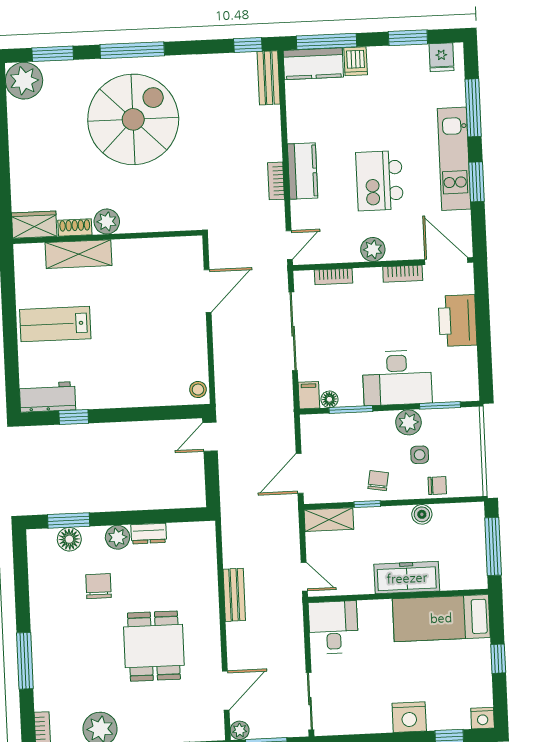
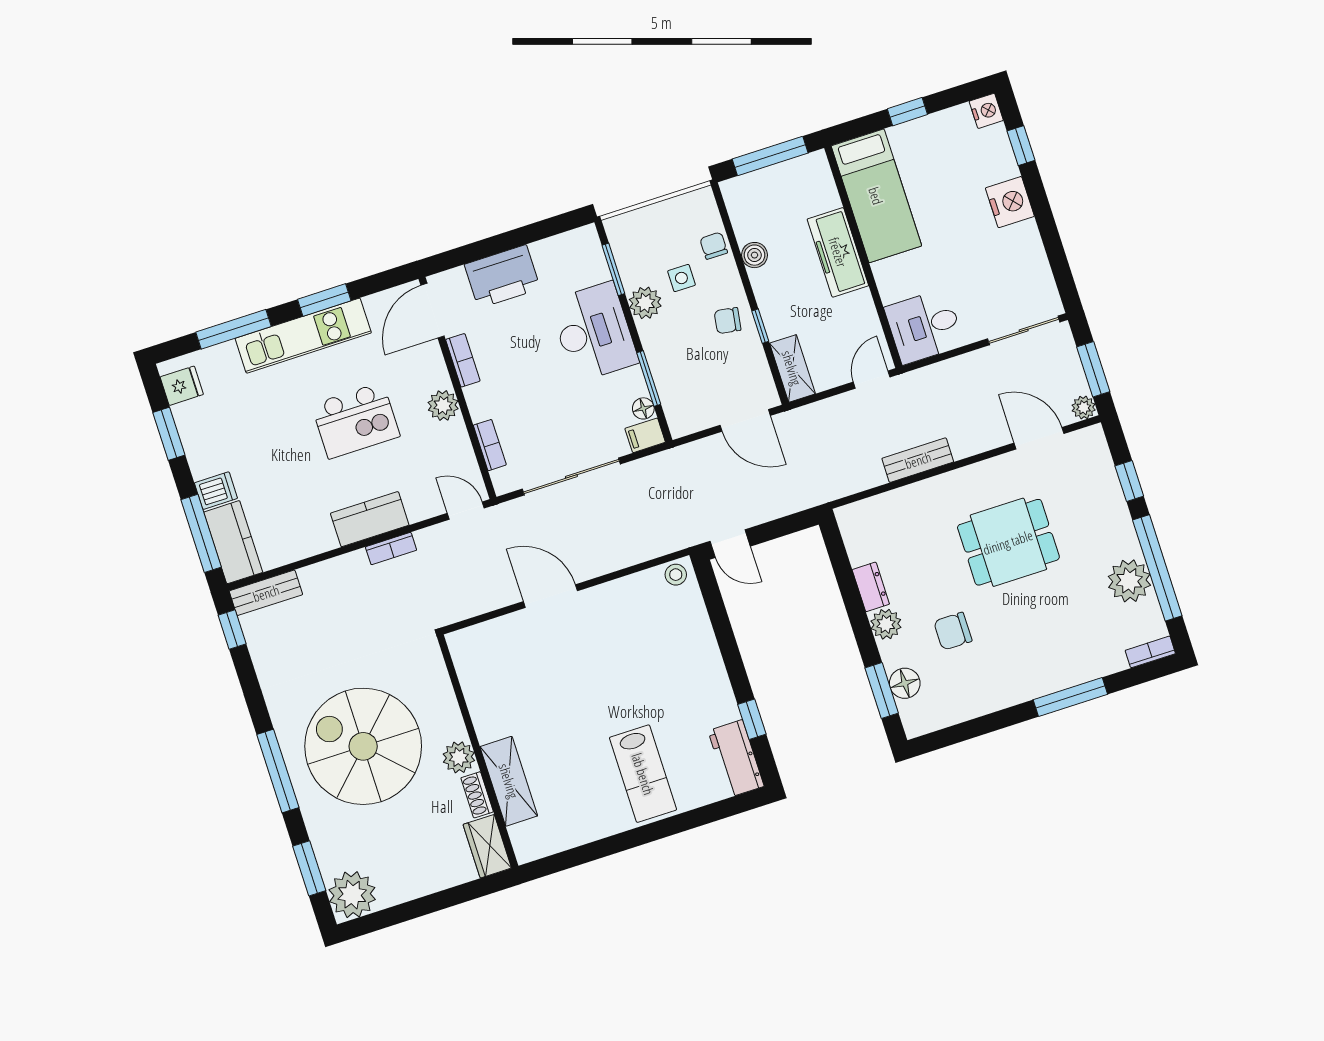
plant: (107, 222) -> (459, 757), moved
wardrobe: (34, 225) -> (487, 846), moved
shoe rack: (75, 227) -> (477, 795), moved
wall: (107, 237) -> (478, 751), moved
shelving: (79, 254) -> (509, 781), moved

